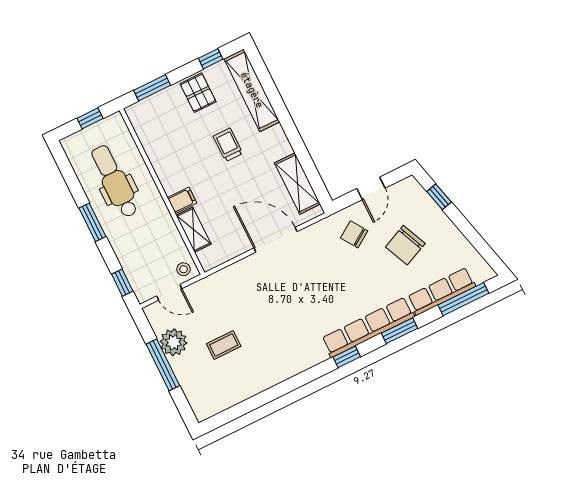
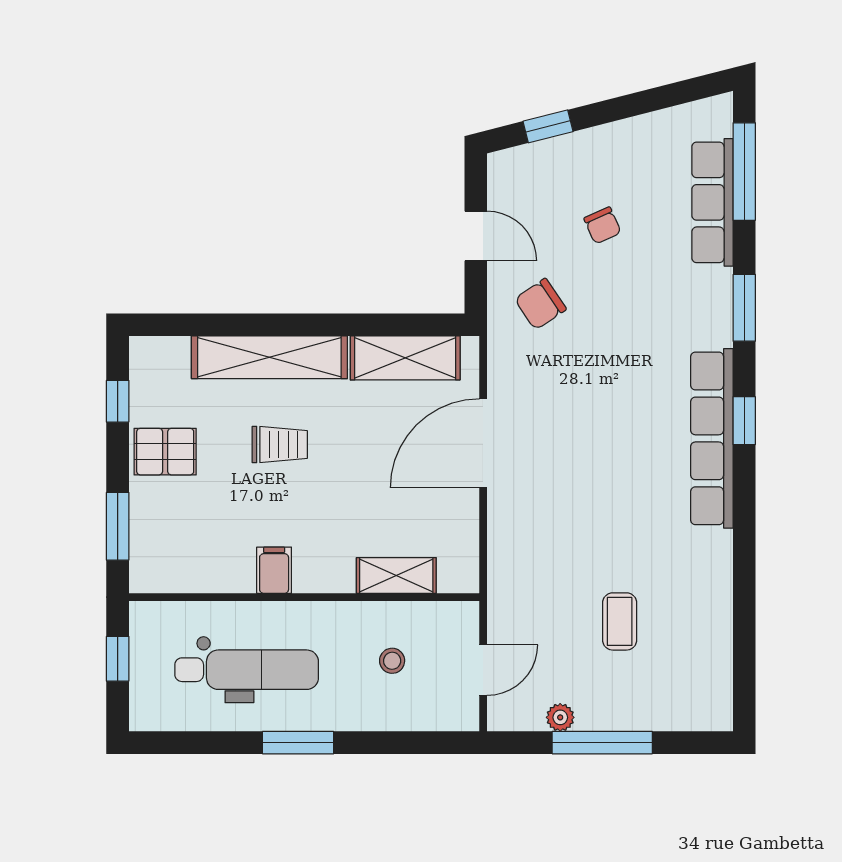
shelving: (252, 90) -> (269, 357), moved
trolley: (228, 145) -> (280, 444), turned 180
dental chair: (115, 181) -> (247, 670), turned 180
filing cabinet: (182, 200) -> (274, 570), moved
chair: (405, 245) -> (603, 225), width x0.54, depth x0.54
stool: (183, 269) -> (392, 661), moved
window: (122, 283) -> (427, 743), removed
row of seats: (368, 327) -> (712, 438), moved
plant: (174, 342) -> (560, 717), width x0.53, depth x0.53

